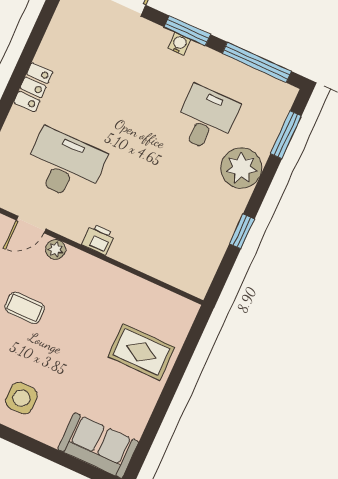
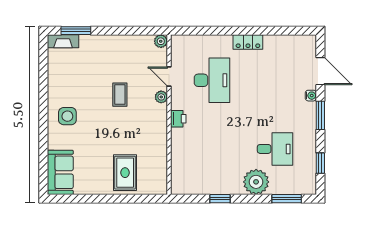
water cooler: (179, 44) -> (311, 96), moved
window: (257, 62) -> (320, 163), width x0.46

